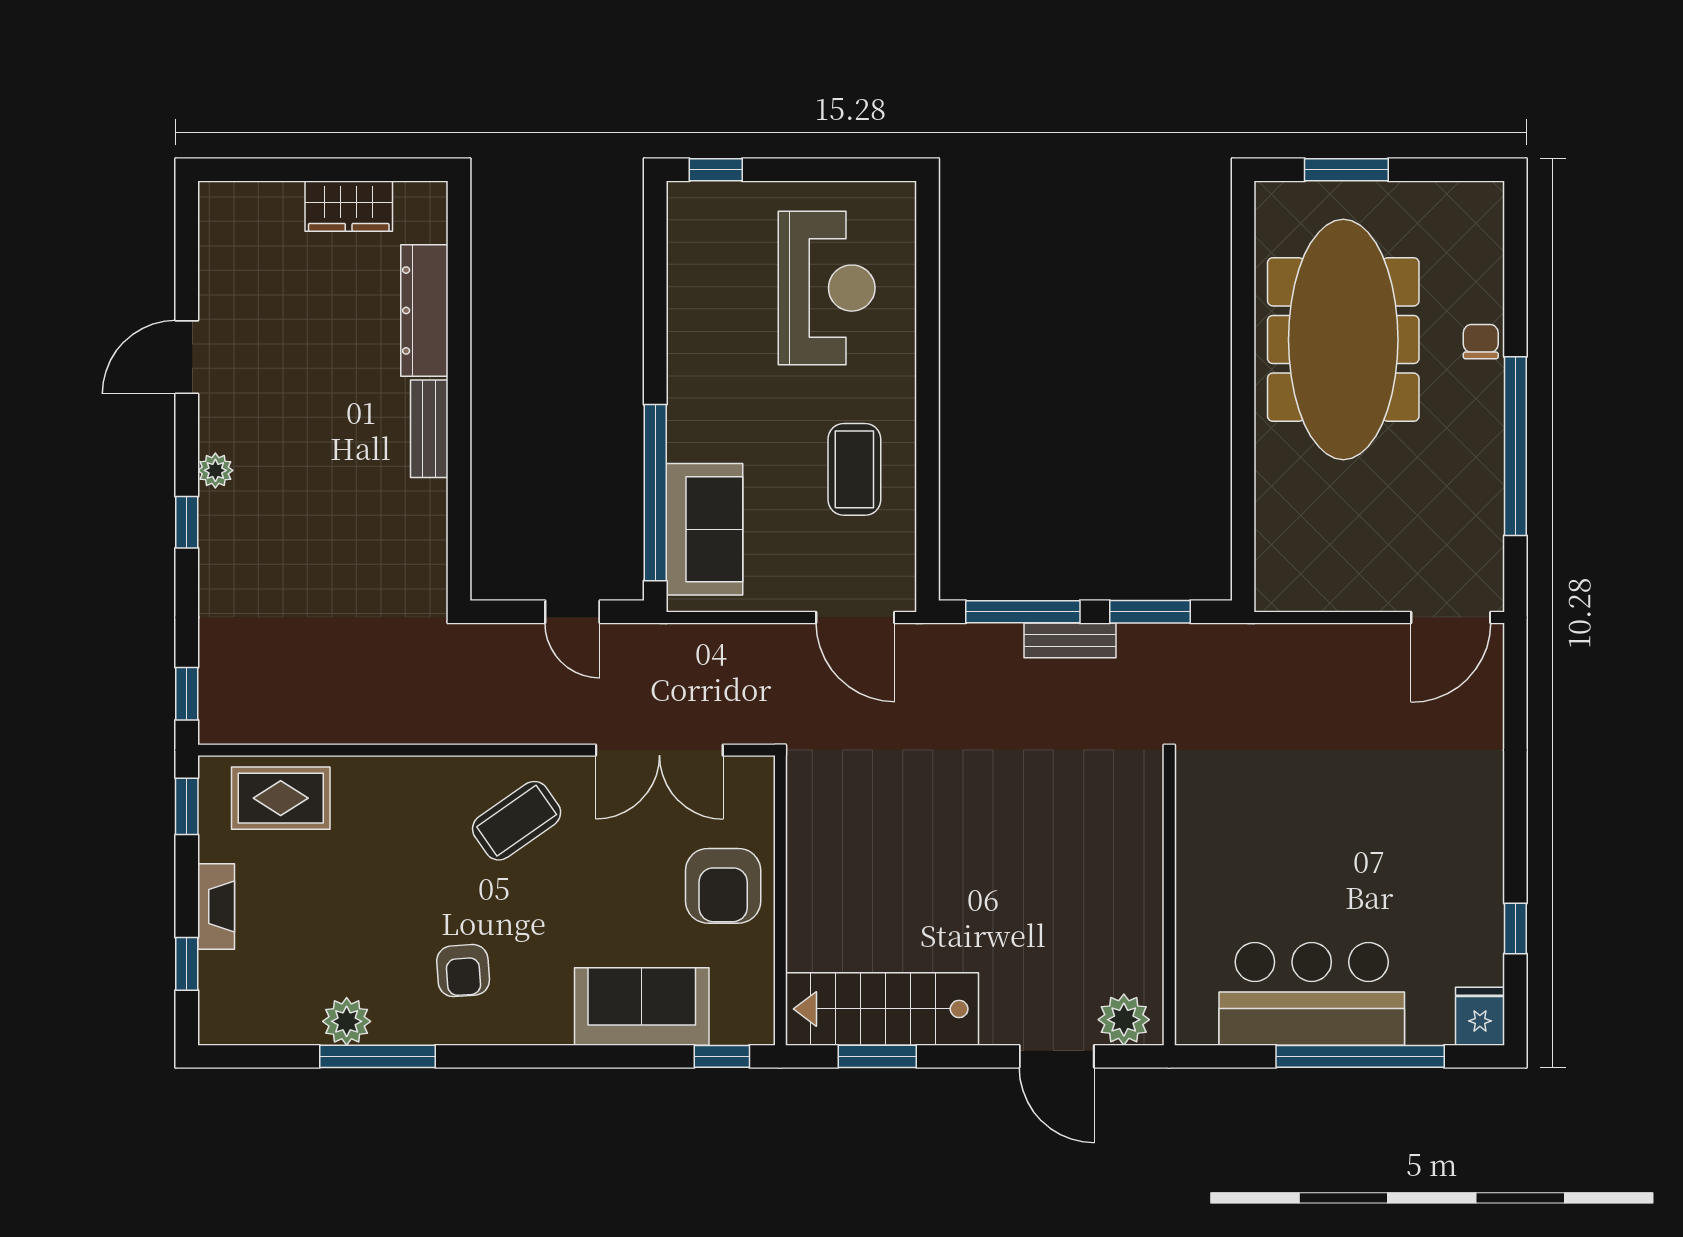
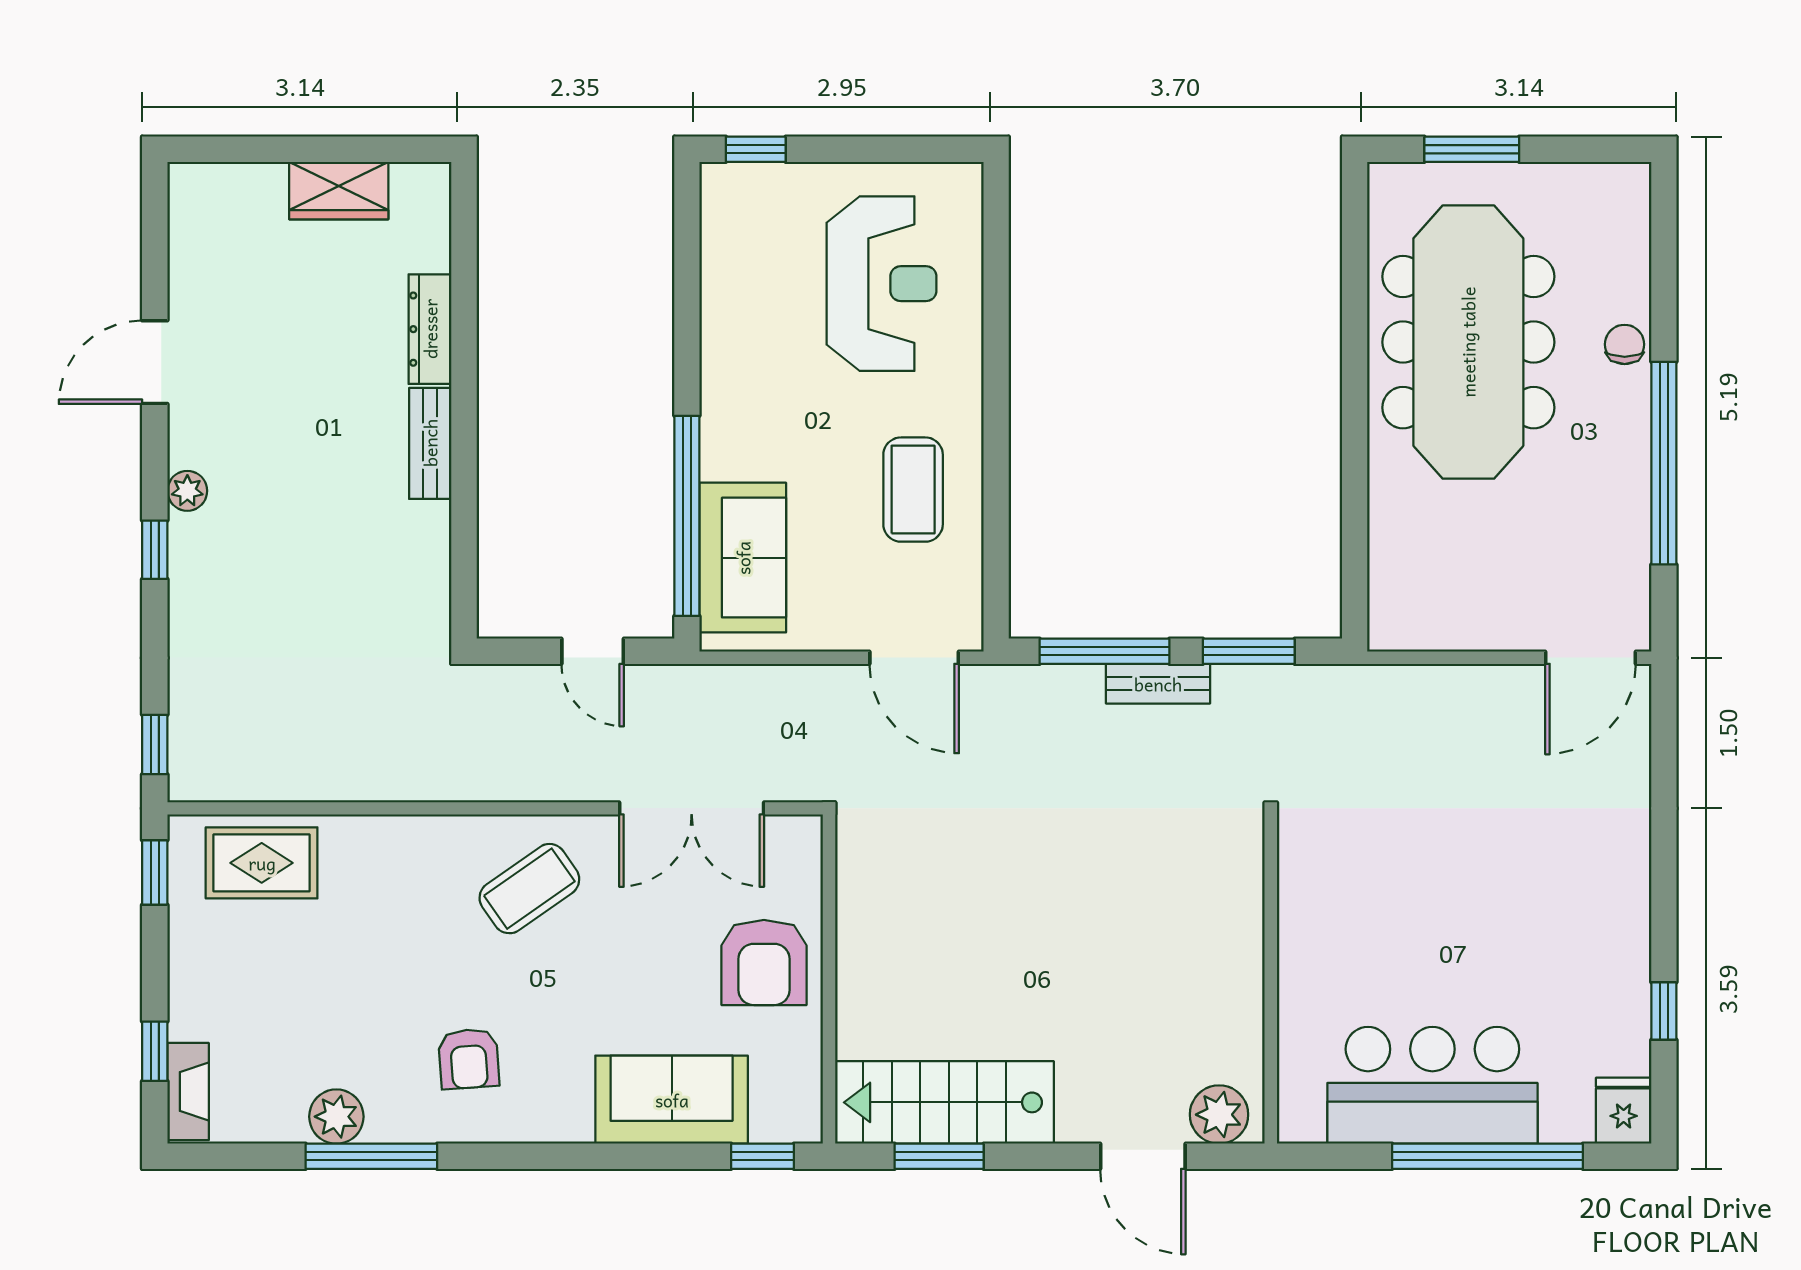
dresser: (424, 310) -> (430, 329), width x0.73, depth x0.80
fireplace: (216, 907) -> (188, 1092), moved

